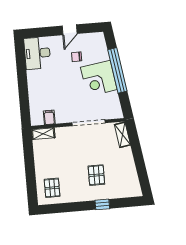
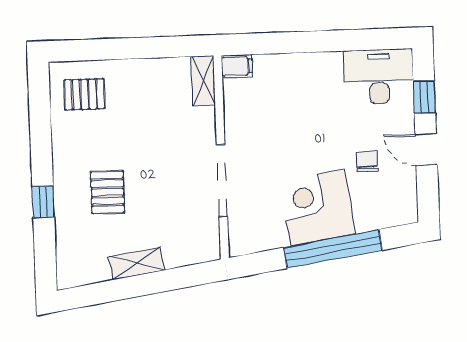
window: (46, 32) -> (424, 97), added
filing cabinet: (49, 117) -> (237, 66), moved
shelving: (122, 135) -> (136, 264), moved
pallet: (96, 175) -> (108, 192), turned 90

